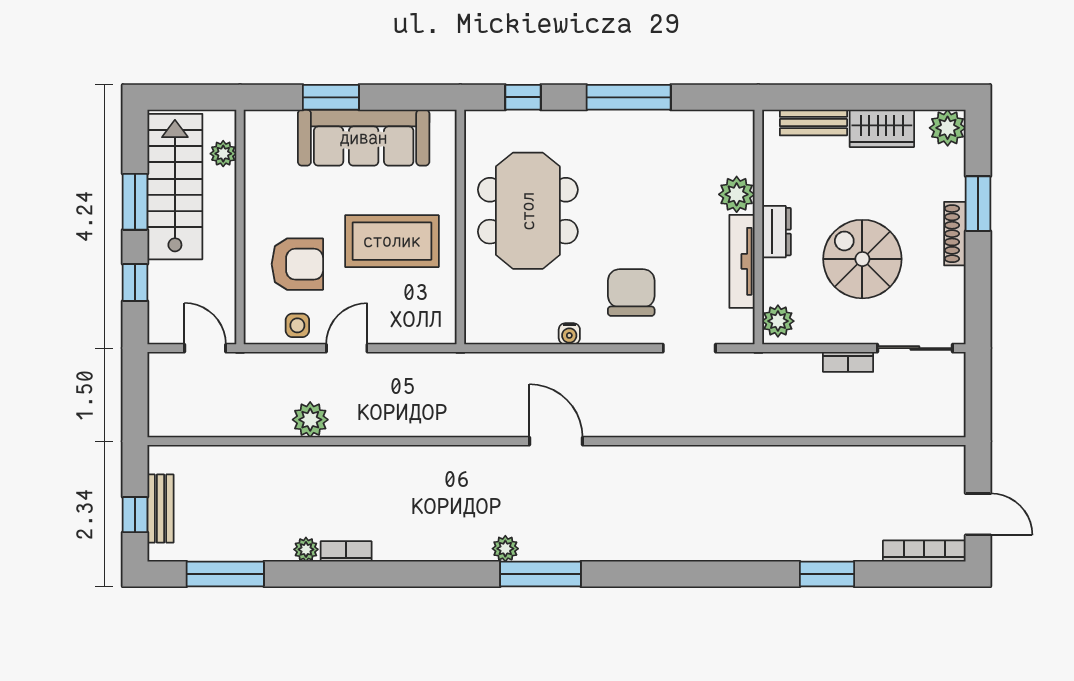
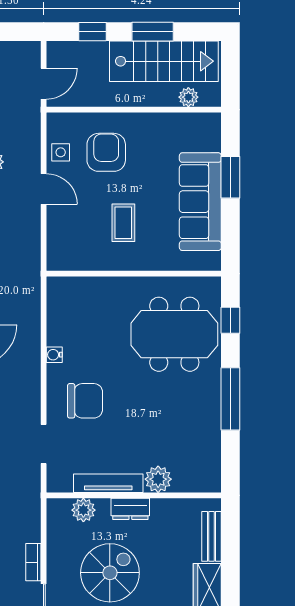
meeting table: (528, 211) -> (174, 334), moved
coffee table: (392, 241) -> (123, 223), width x0.54, depth x0.58
armchair: (297, 264) -> (106, 152), turned 180
plant: (778, 321) -> (83, 510), moved

